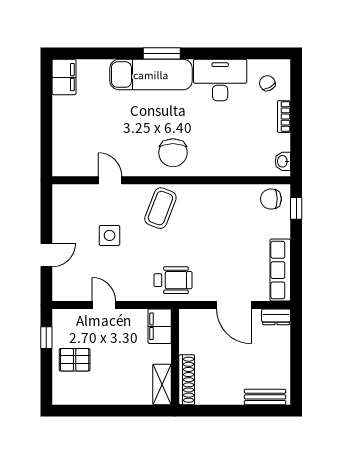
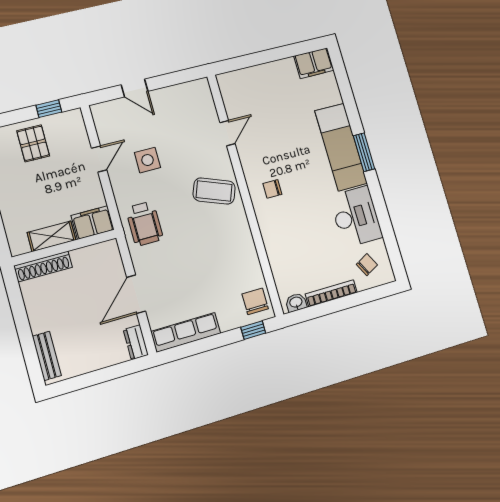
bookcase: (284, 117) -> (331, 293), width x1.56
chair: (173, 153) -> (272, 189), width x0.54, depth x0.54
side table: (110, 235) -> (147, 160), moved
shelving: (162, 384) -> (52, 236), moved

